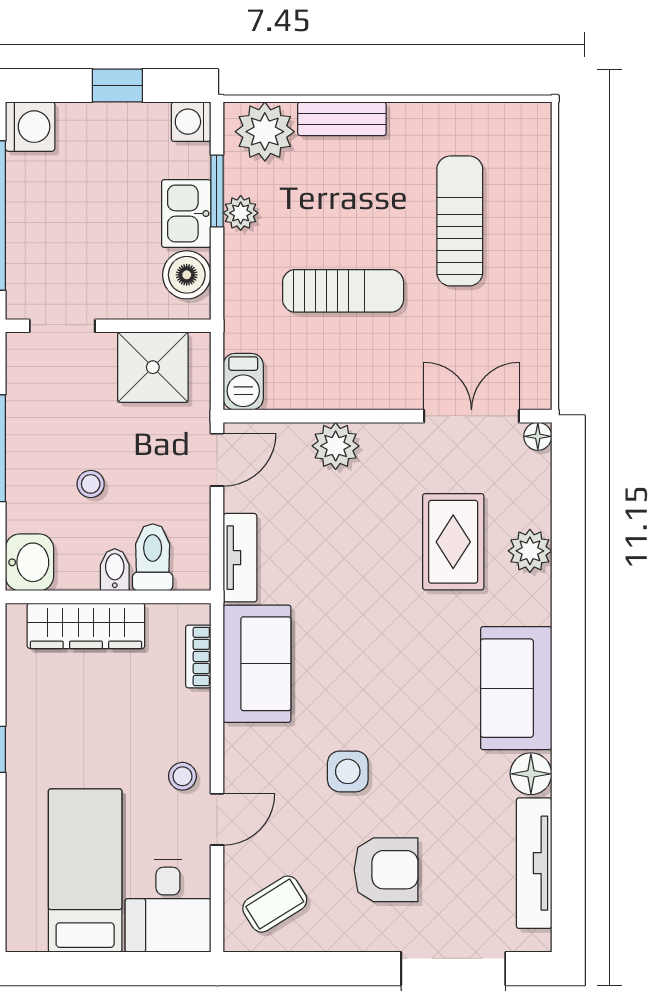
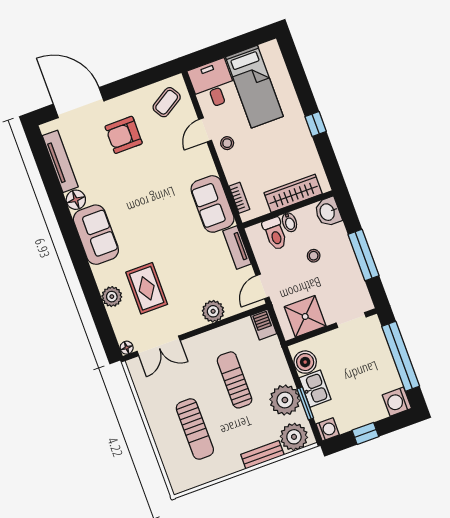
plant: (241, 213) -> (285, 400), width x1.88, depth x1.88
sun lounger: (343, 291) -> (235, 380), turned 90
side table: (348, 771) -> (156, 172), removed

